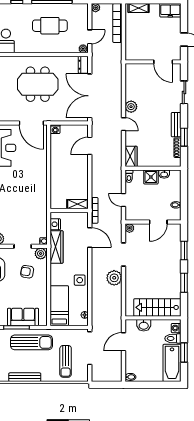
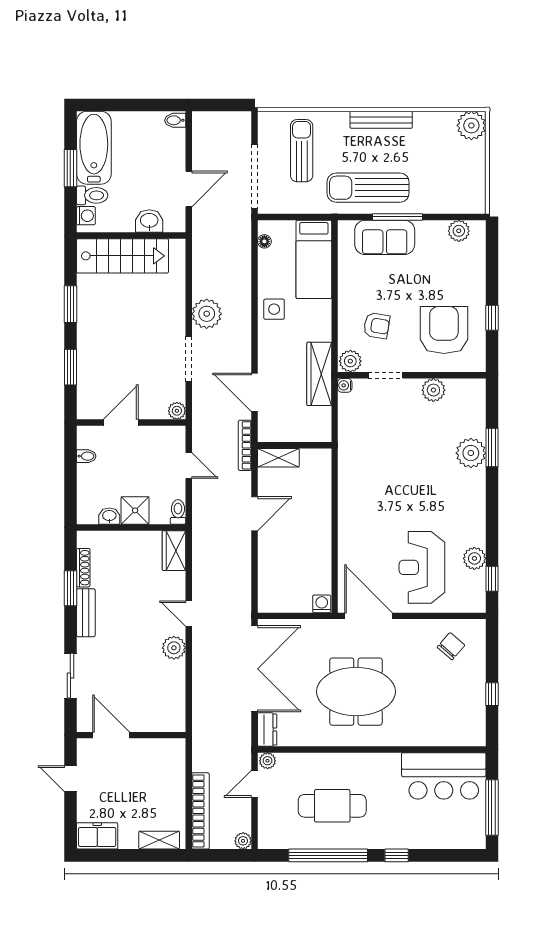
door: (90, 146) -> (254, 514), moved
nightstand: (55, 224) -> (322, 418), removed

